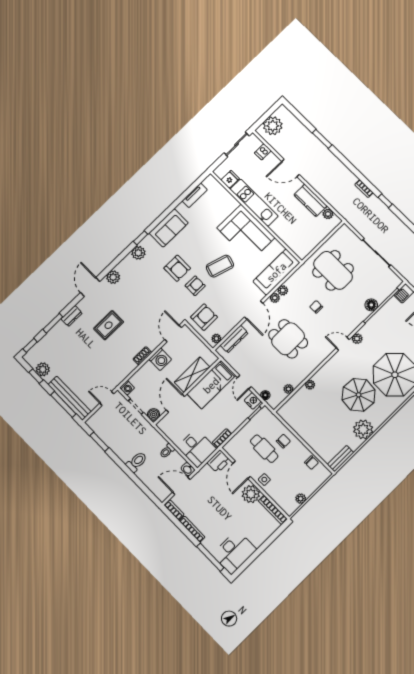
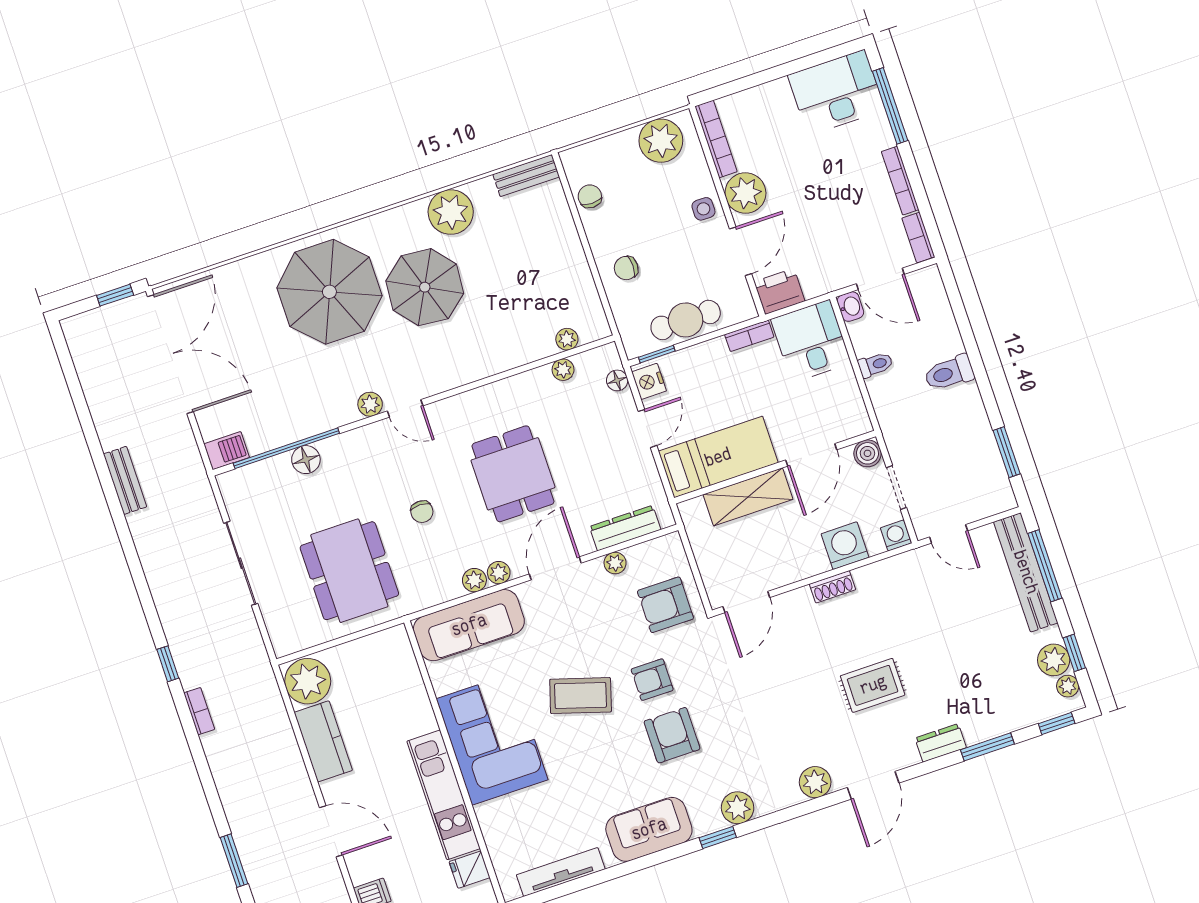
tv unit: (195, 195) -> (561, 872), width x1.41
plant: (328, 214) -> (308, 681), width x1.88, depth x1.88
plant: (216, 338) -> (615, 563), moved
washing machine: (160, 359) -> (845, 546), moved
plant: (33, 362) -> (1068, 686), added
plant: (310, 385) -> (567, 339), moved
cafe table: (264, 449) -> (686, 320), moved, turned 90
plant: (301, 499) -> (661, 141), width x1.88, depth x1.88

